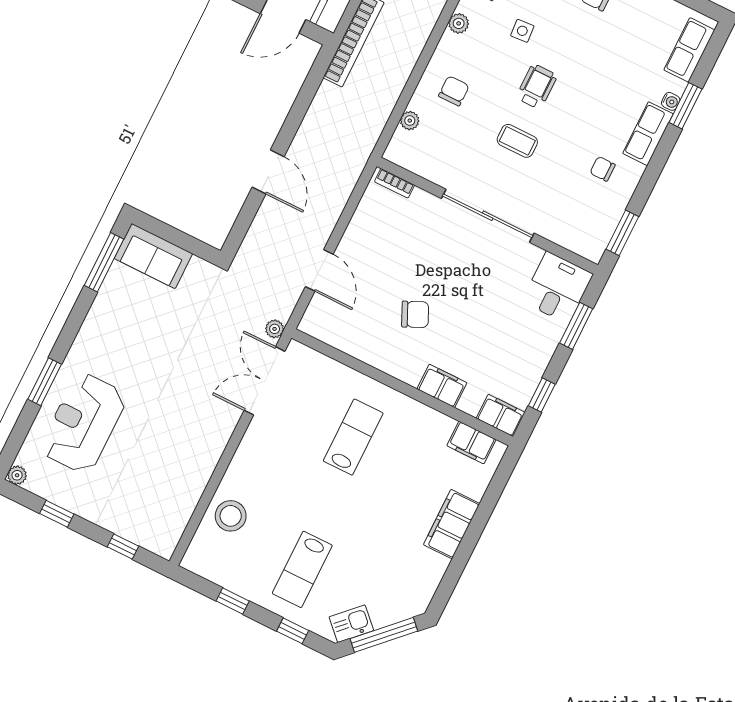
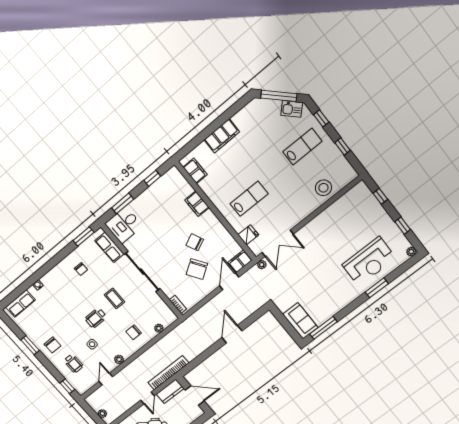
window: (685, 106) -> (32, 280), removed
row of seats: (648, 134) -> (109, 247), moved, turned 90
chair: (389, 266) -> (197, 269), added
fridge: (324, 372) -> (248, 235), added
filing cabinet: (501, 415) -> (240, 261), moved, turned 90
lab bench: (353, 437) -> (249, 199), turned 180

